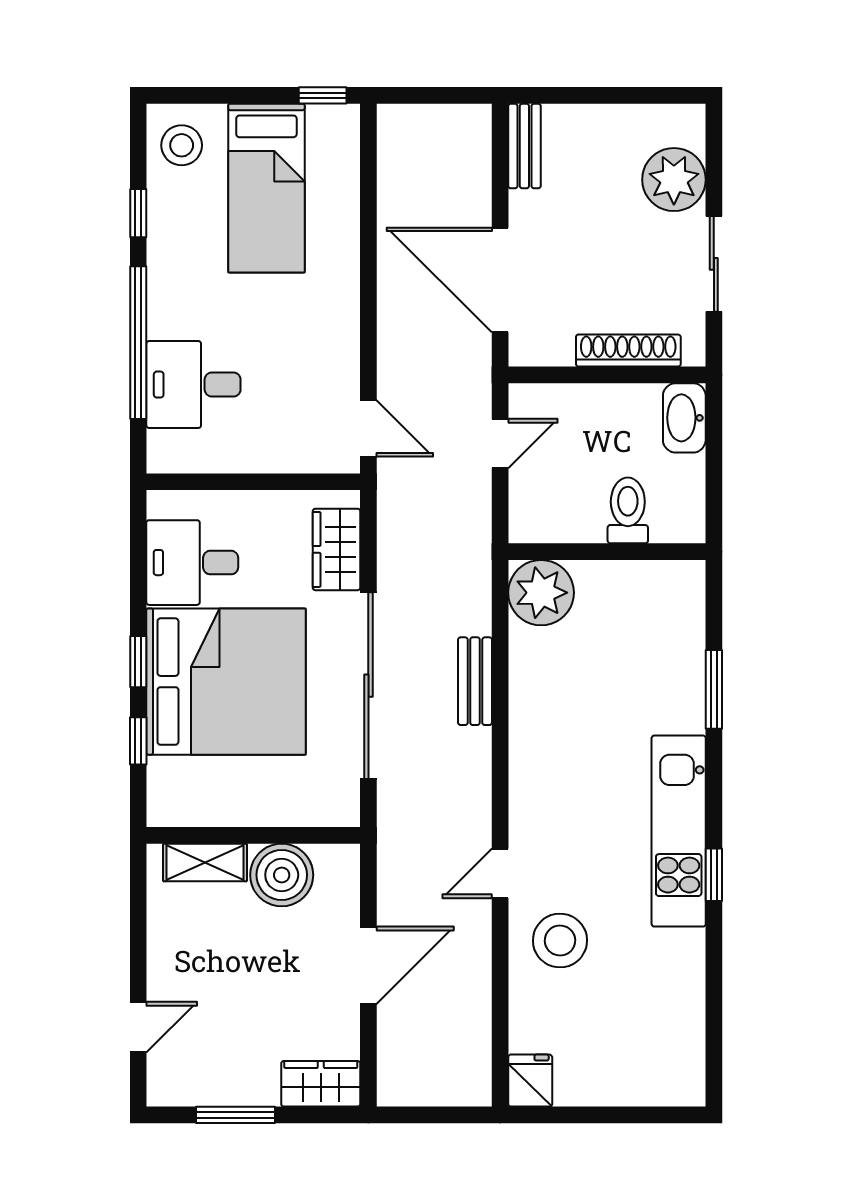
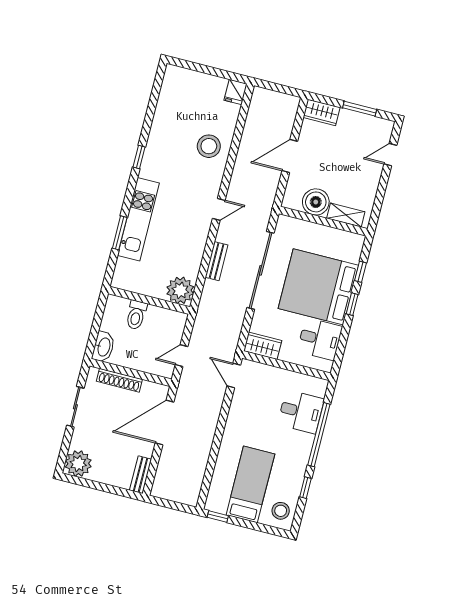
plant: (674, 180) -> (78, 464), moved
door: (500, 280) -> (164, 422), swing flipped
wardrobe: (337, 549) -> (263, 346), moved, turned -90
kitchen unit: (679, 831) -> (138, 219), moved
door: (500, 873) -> (219, 209), moved

